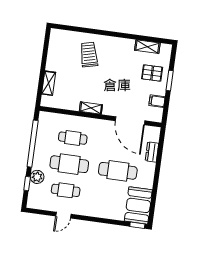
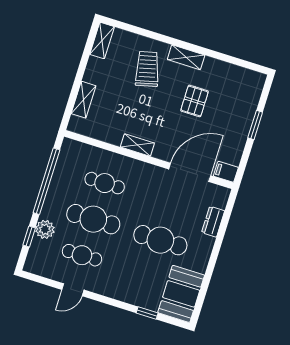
shelving: (54, 40) -> (102, 41), added
shelving: (147, 47) -> (186, 57), moved
pallet: (152, 73) -> (195, 101), moved, turned 90
filing cabinet: (157, 101) -> (226, 172), moved
door: (130, 121) -> (190, 172), swing flipped
window: (137, 225) -> (147, 313), moved

